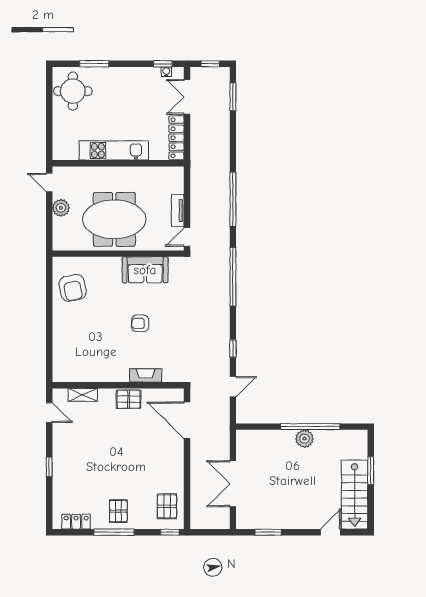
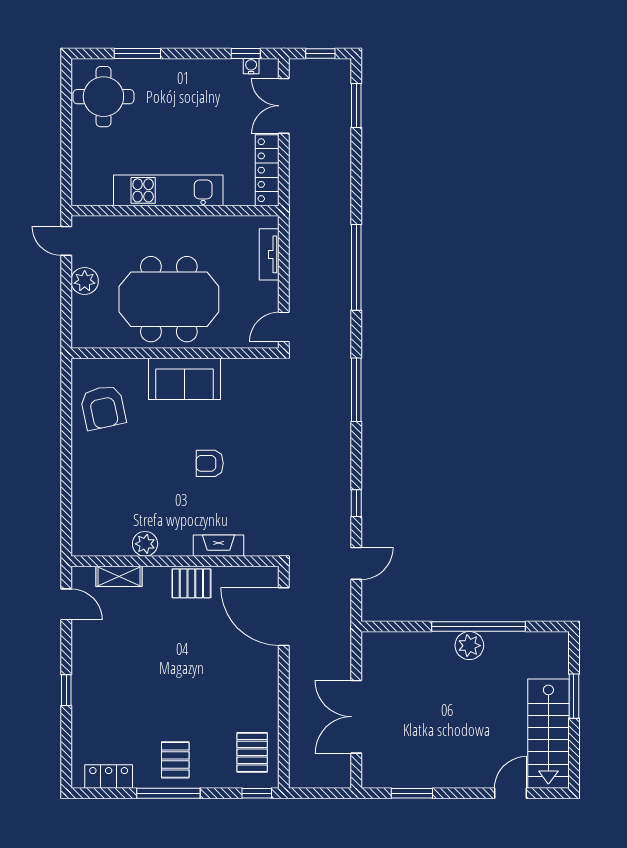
tv unit: (178, 211) -> (269, 254), moved
sofa: (145, 270) -> (185, 379), moved
window: (233, 277) -> (356, 390), width x0.68
plant: (99, 374) -> (145, 544), added

